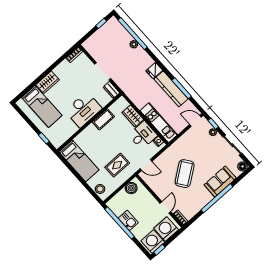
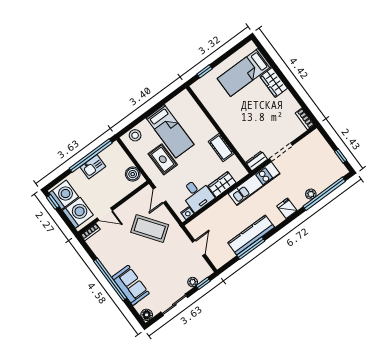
fridge: (154, 70) -> (287, 208), moved
desk: (83, 110) -> (235, 124), removed
door: (195, 121) -> (199, 248), moved
kitchen unit: (159, 123) -> (254, 184), moved
bed: (79, 161) -> (170, 131), moved, turned -90
coffee table: (185, 174) -> (150, 229), moved

